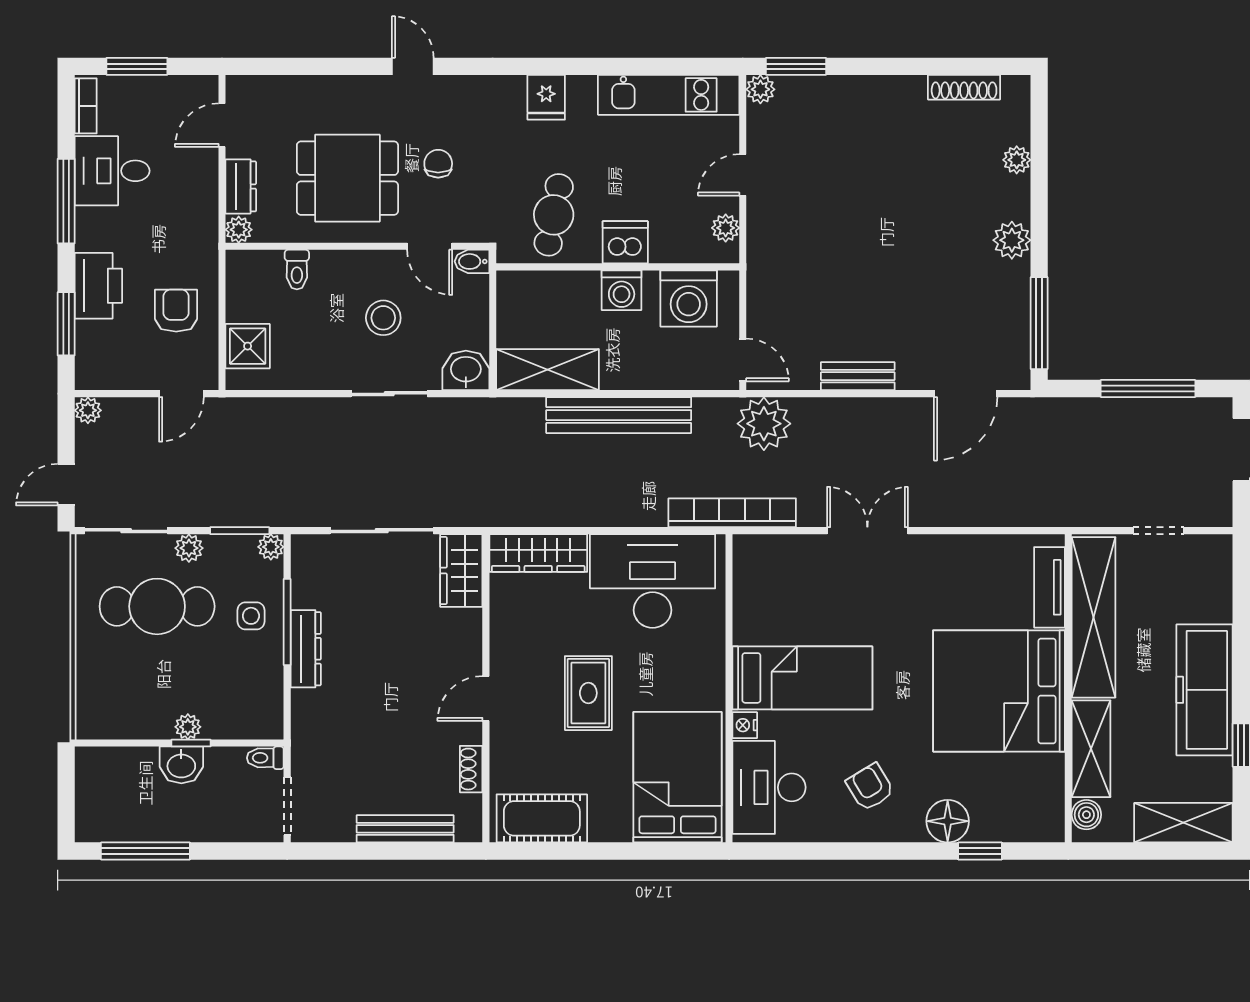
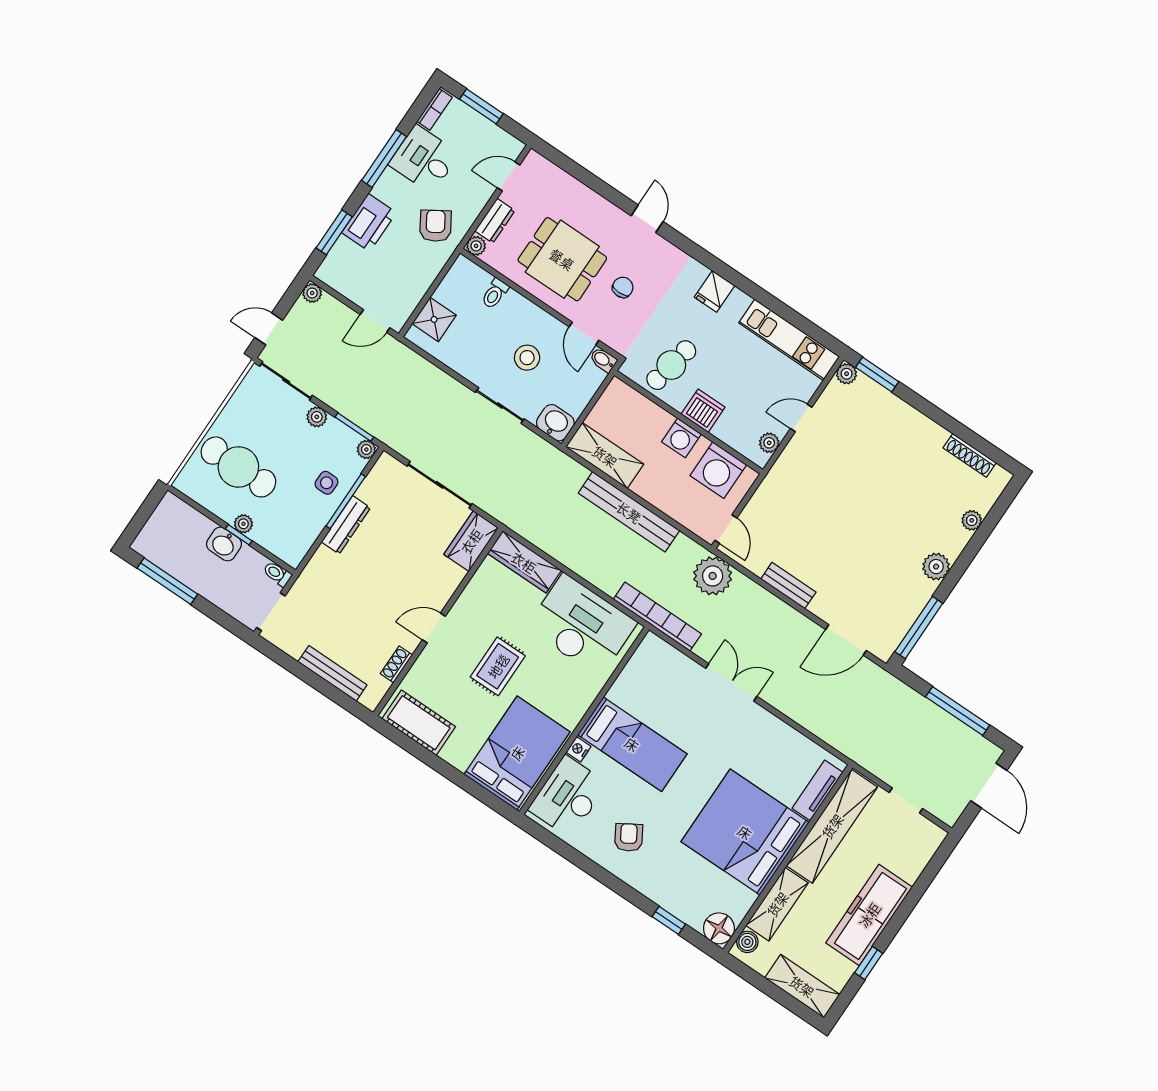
armchair: (176, 311) -> (436, 226), moved, turned -32
cafe table: (157, 606) -> (238, 467), moved
floor lamp: (948, 821) -> (719, 928), moved

